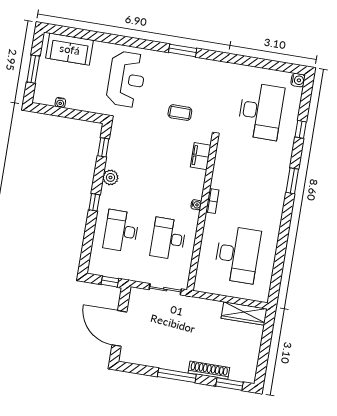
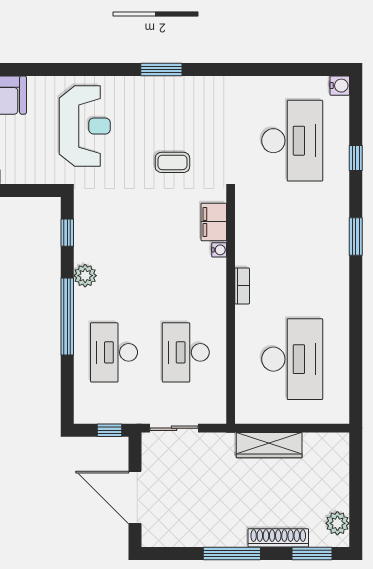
window: (94, 202) -> (67, 317), width x3.17
water cooler: (196, 205) -> (219, 250), moved
sliding door: (165, 289) -> (174, 428), moved
wardrobe: (244, 314) -> (269, 445), moved
plant: (249, 367) -> (337, 523), added

